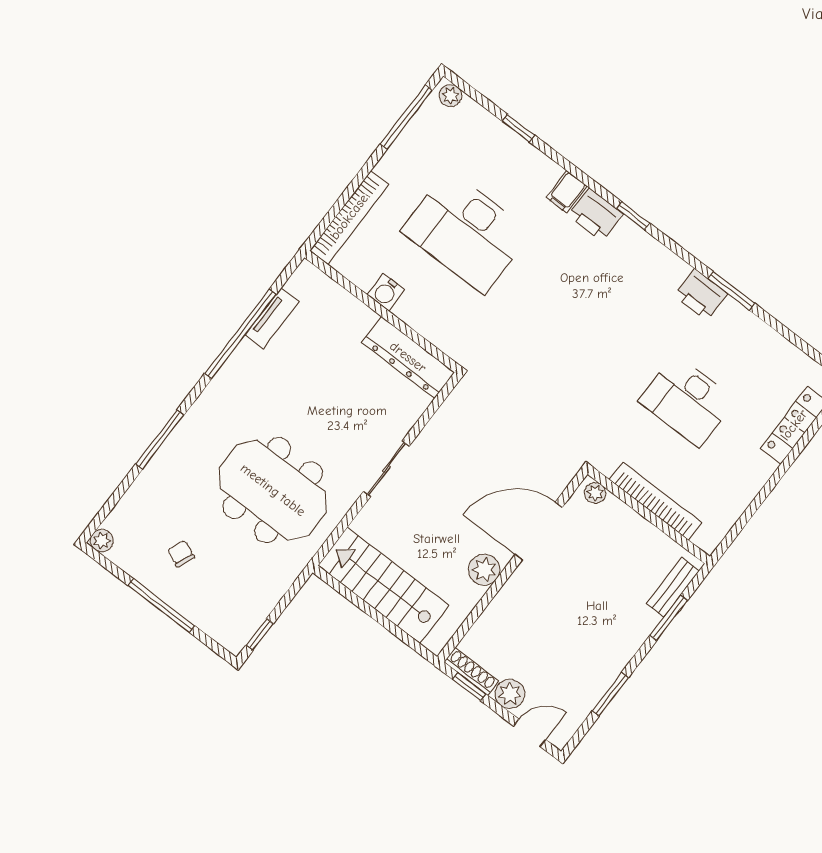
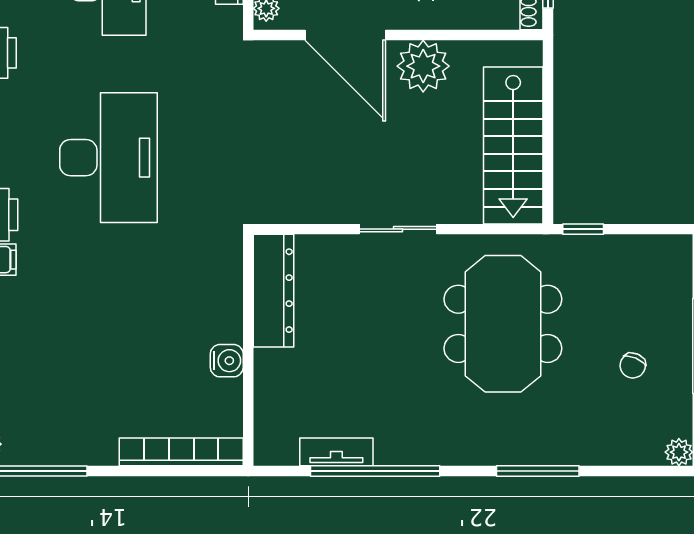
desk: (466, 232) -> (108, 158), moved
plant: (484, 570) -> (423, 66), width x1.36, depth x1.36
window: (260, 634) -> (583, 229), moved

